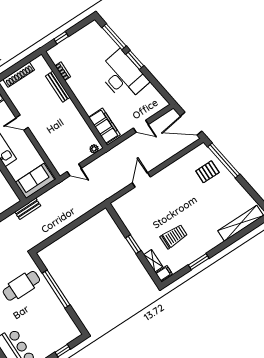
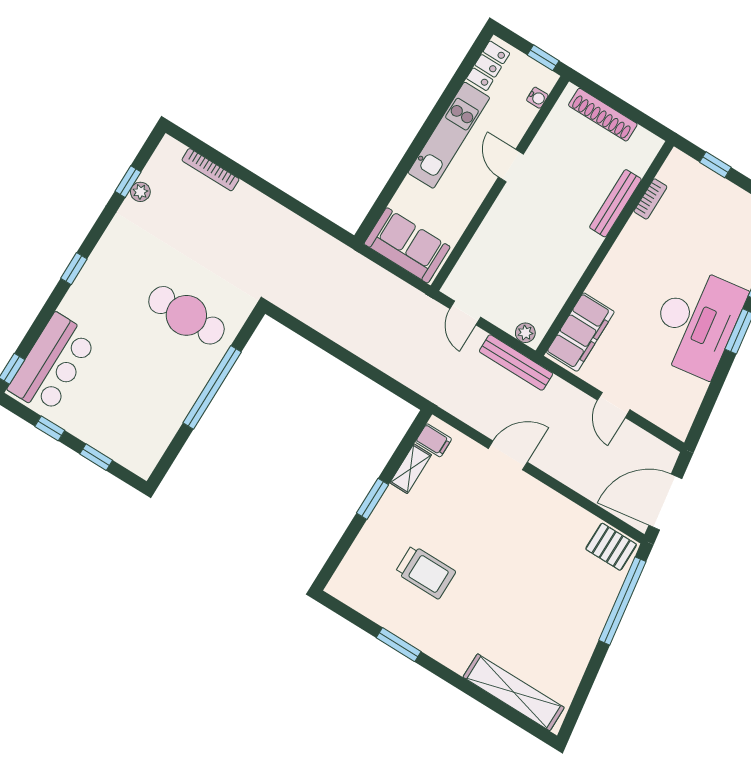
door: (191, 124) -> (665, 502), hinge flipped
pallet: (207, 172) -> (611, 547), moved
bench: (28, 209) -> (516, 362), moved, width x1.36
shelving: (153, 261) -> (411, 469), moved
filing cabinet: (164, 273) -> (434, 440), moved

